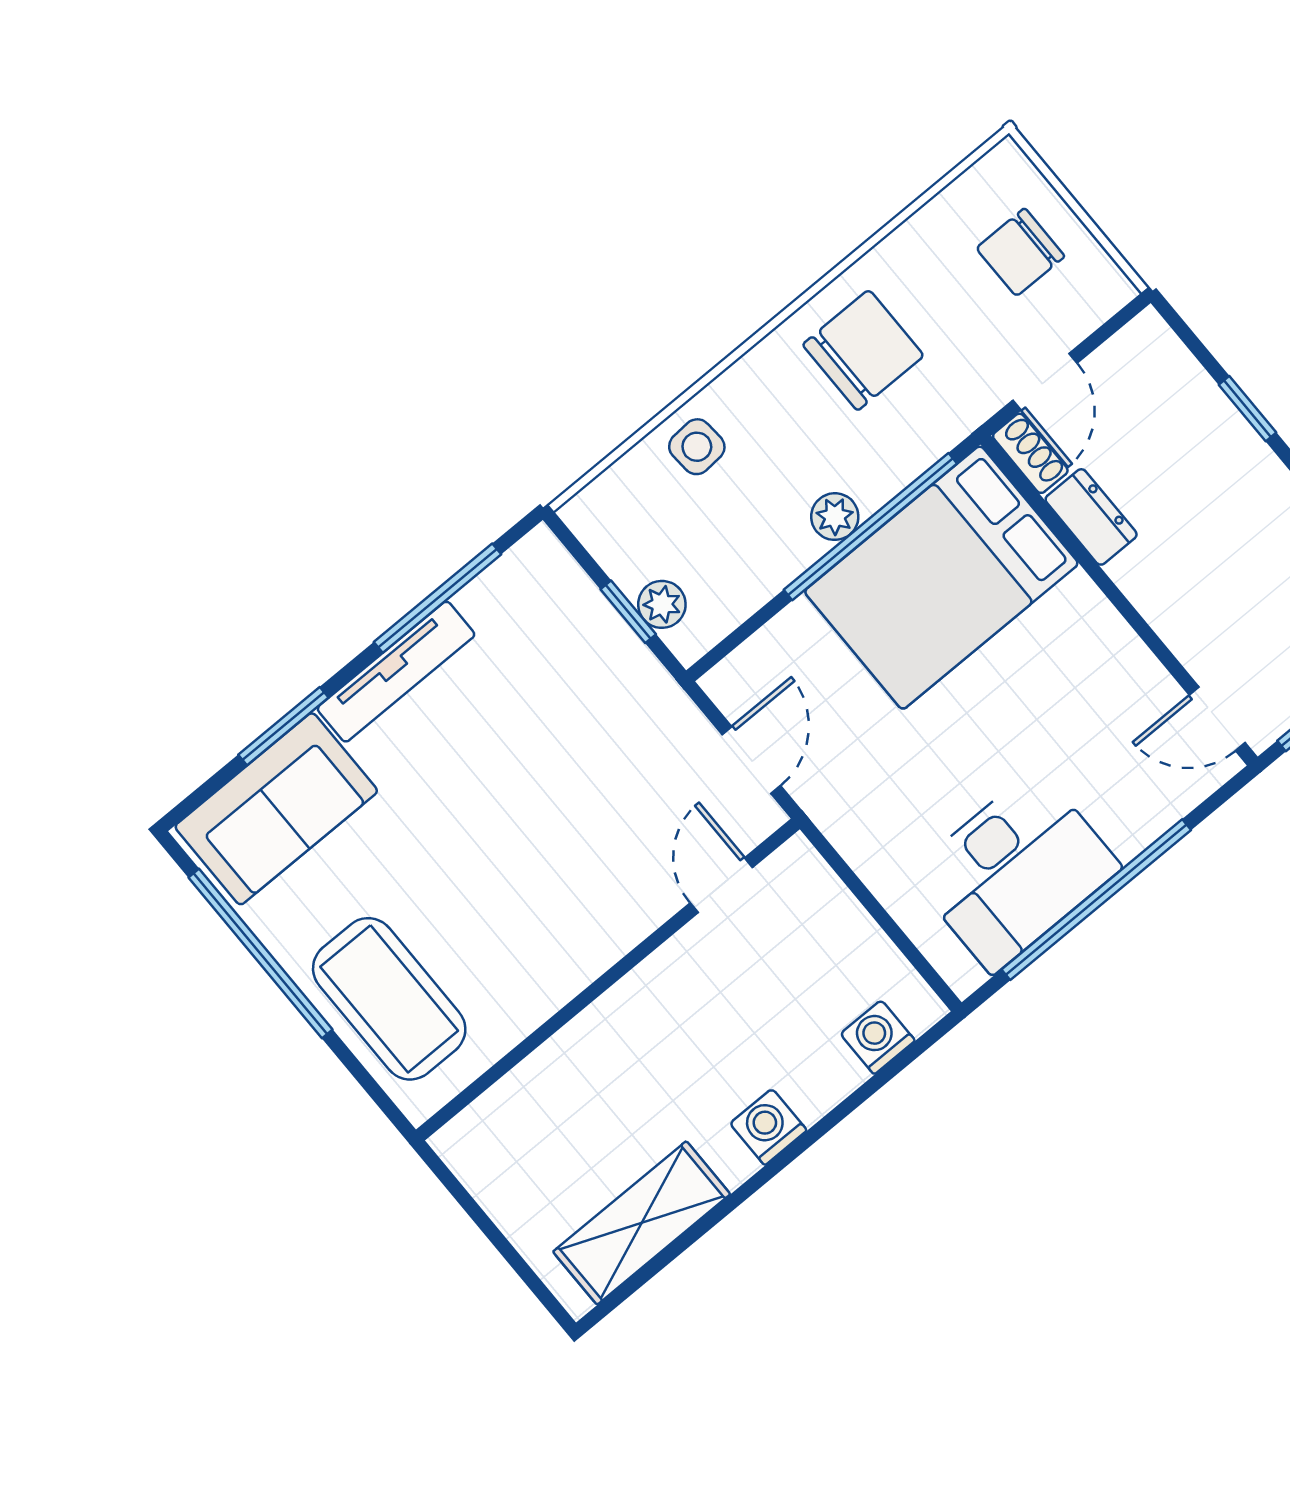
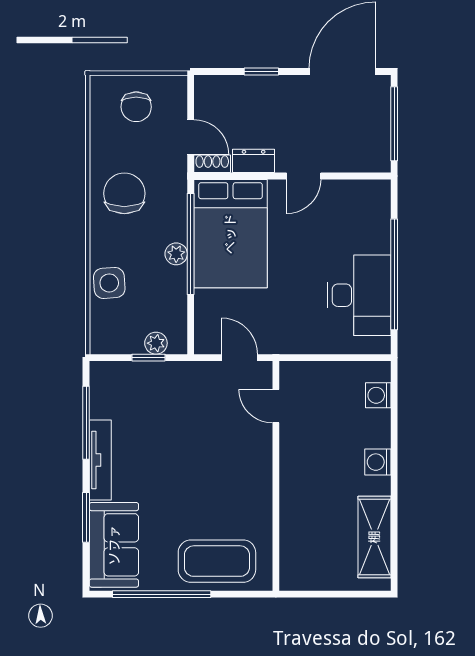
side table: (697, 447) -> (109, 283), width x1.37, depth x1.37
door: (1217, 719) -> (304, 176), moved

